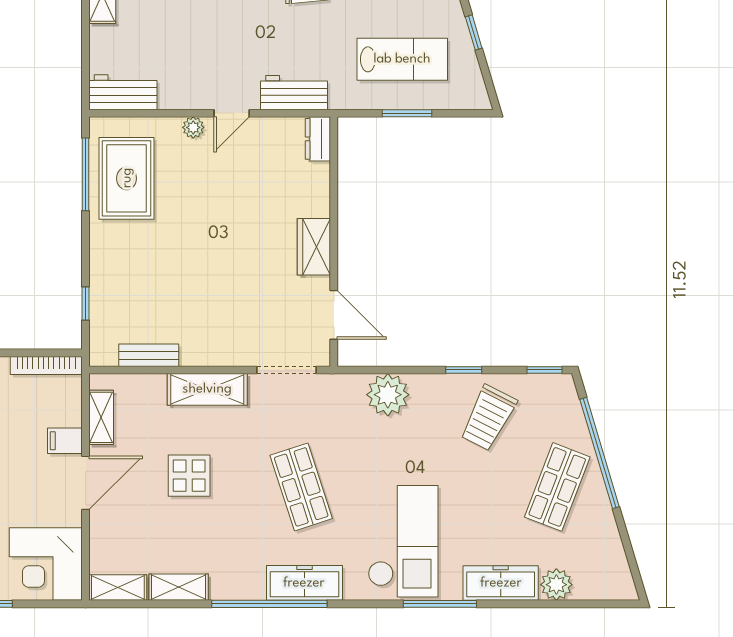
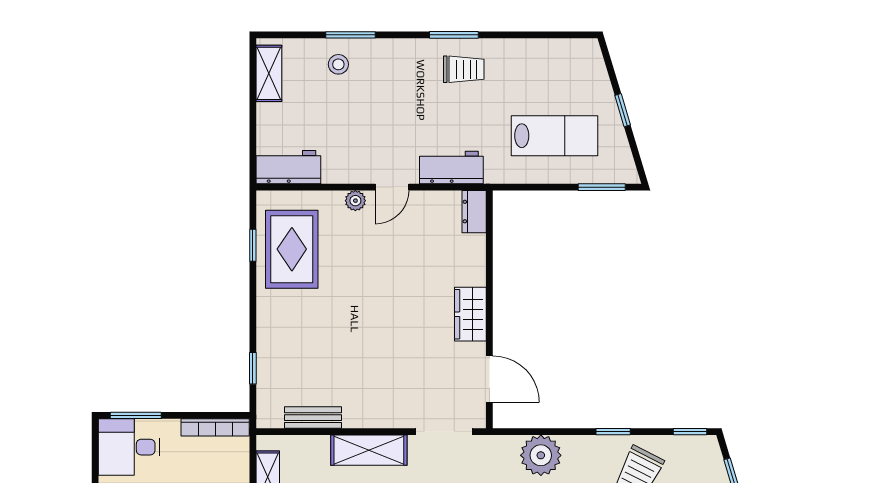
window: (407, 113) -> (602, 187), moved
window: (86, 174) -> (253, 245), width x0.46

